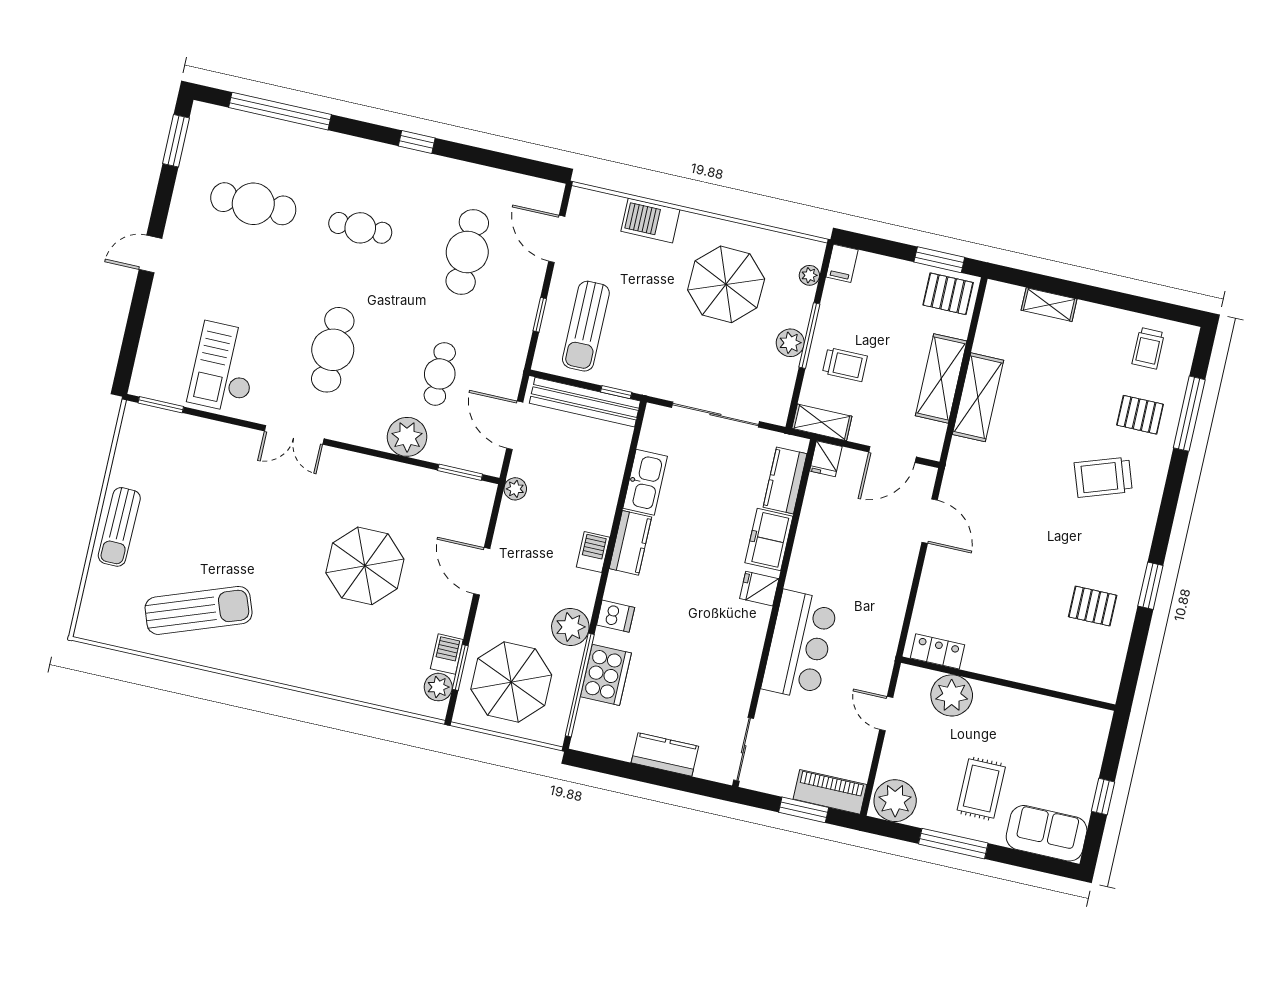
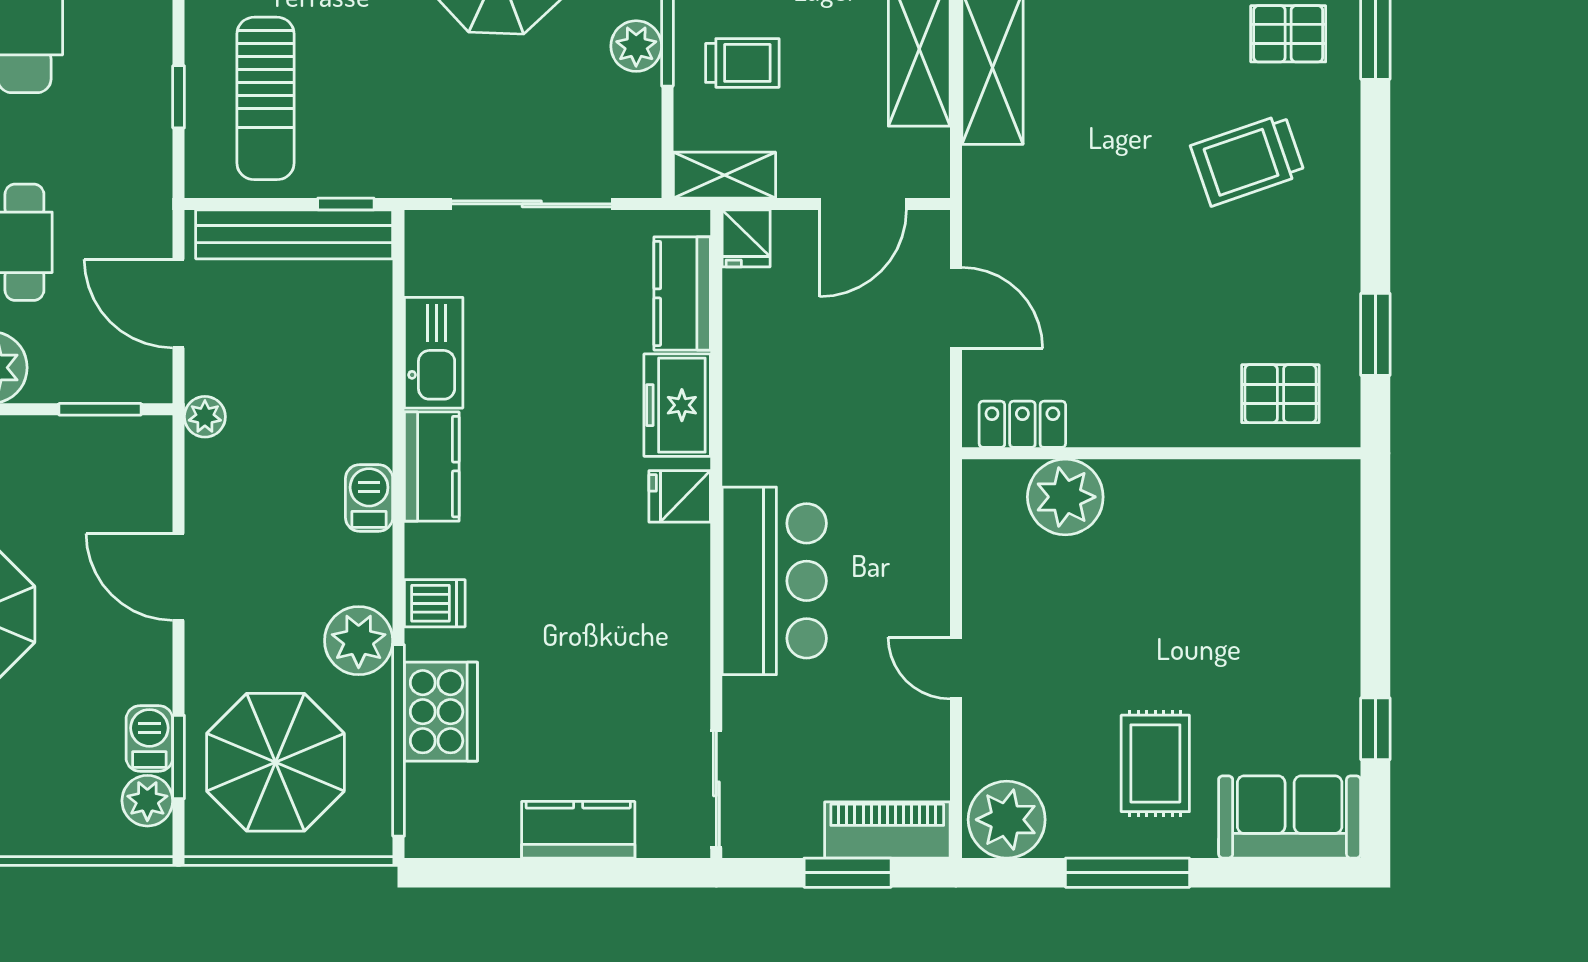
locker: (938, 651) -> (1022, 424), moved
wall: (1008, 684) -> (1161, 453), moved
plant: (952, 695) -> (1065, 497), moved

